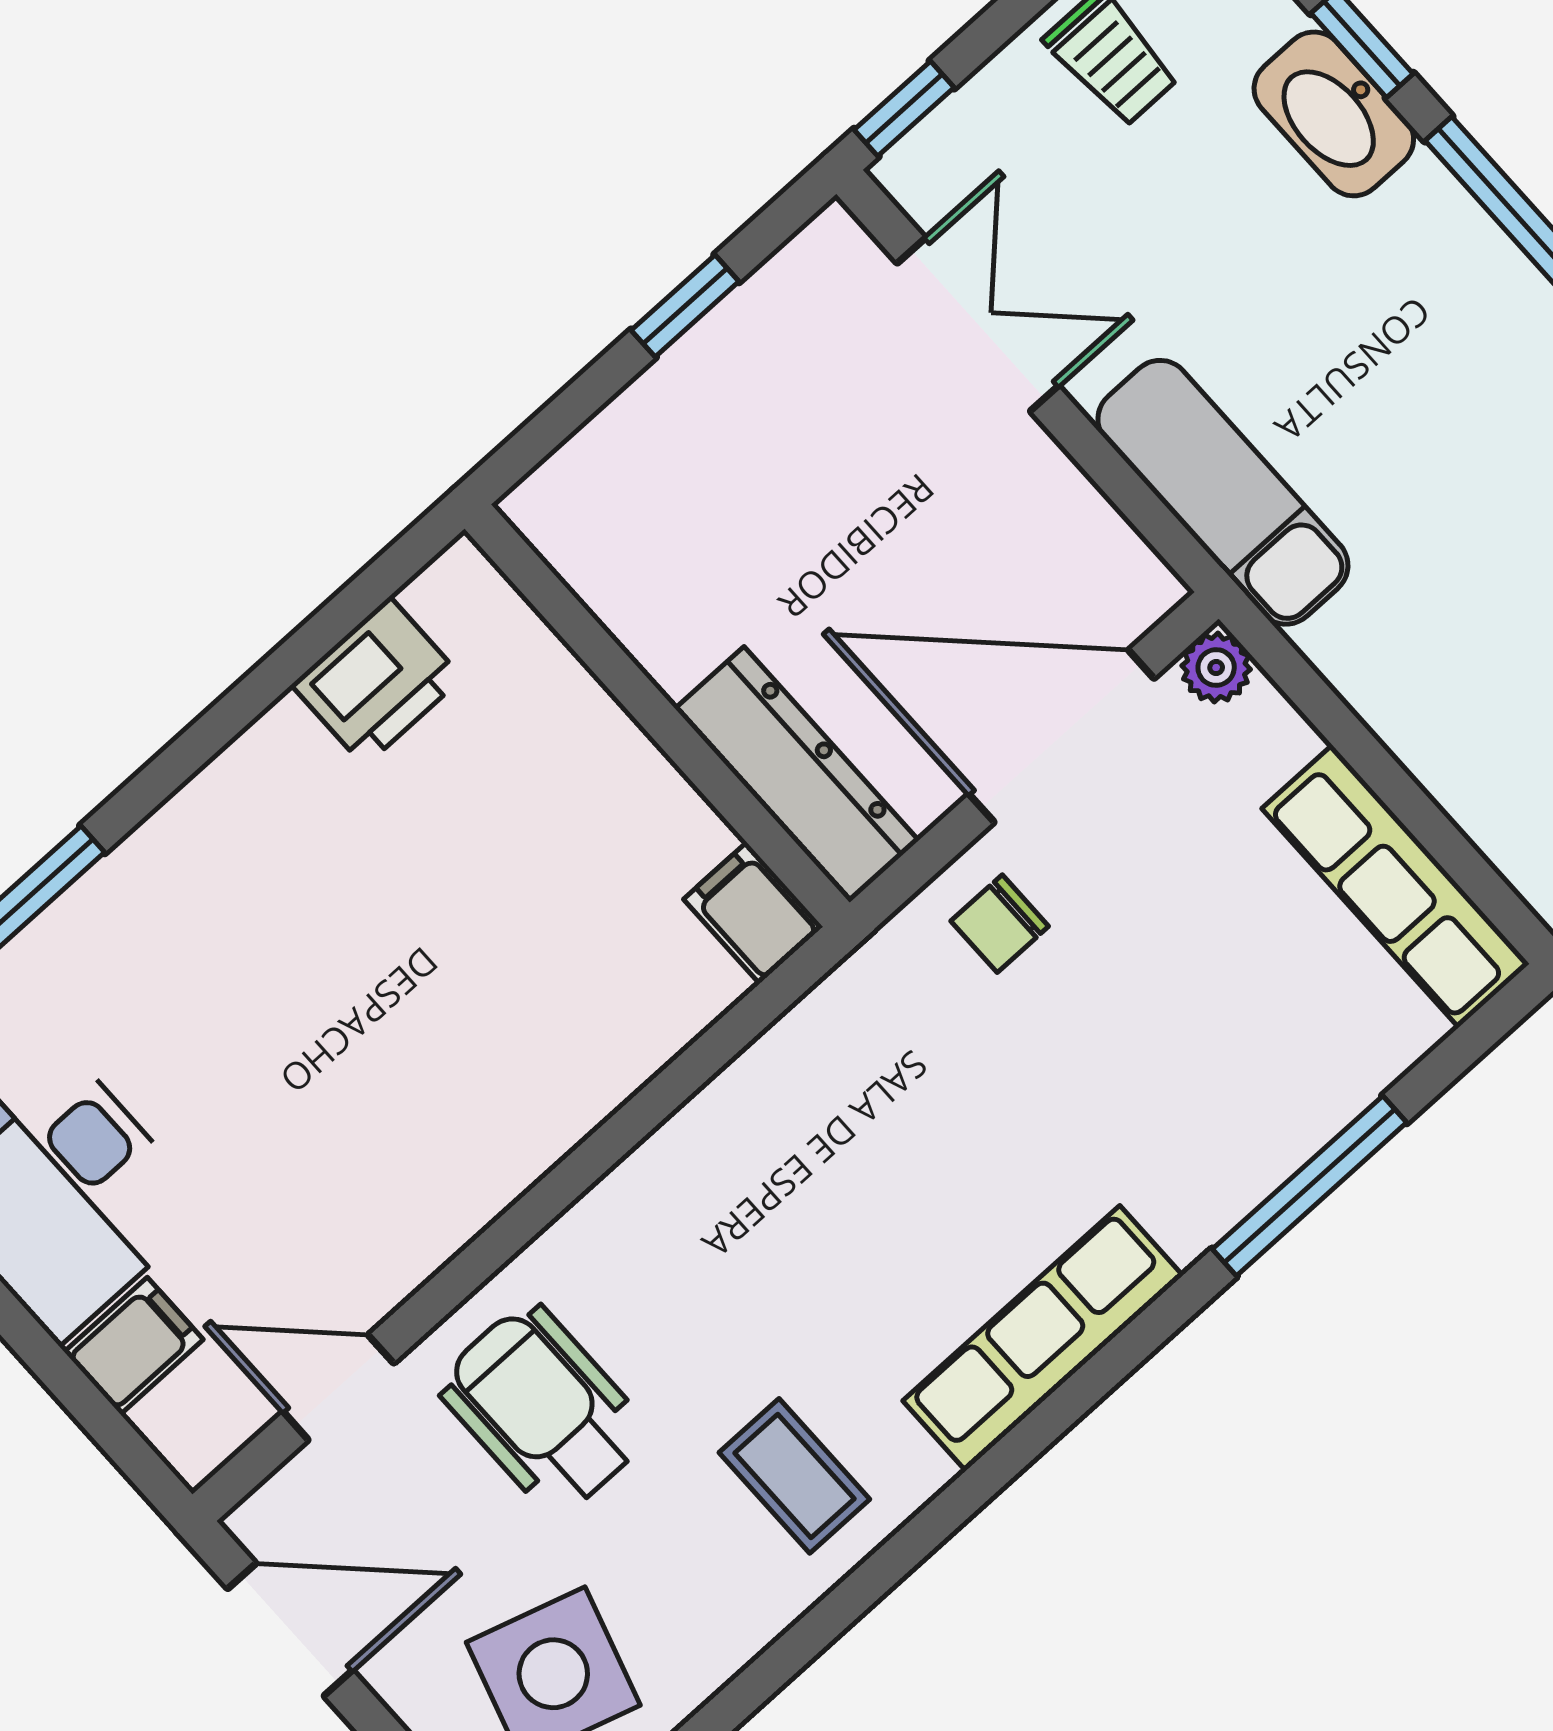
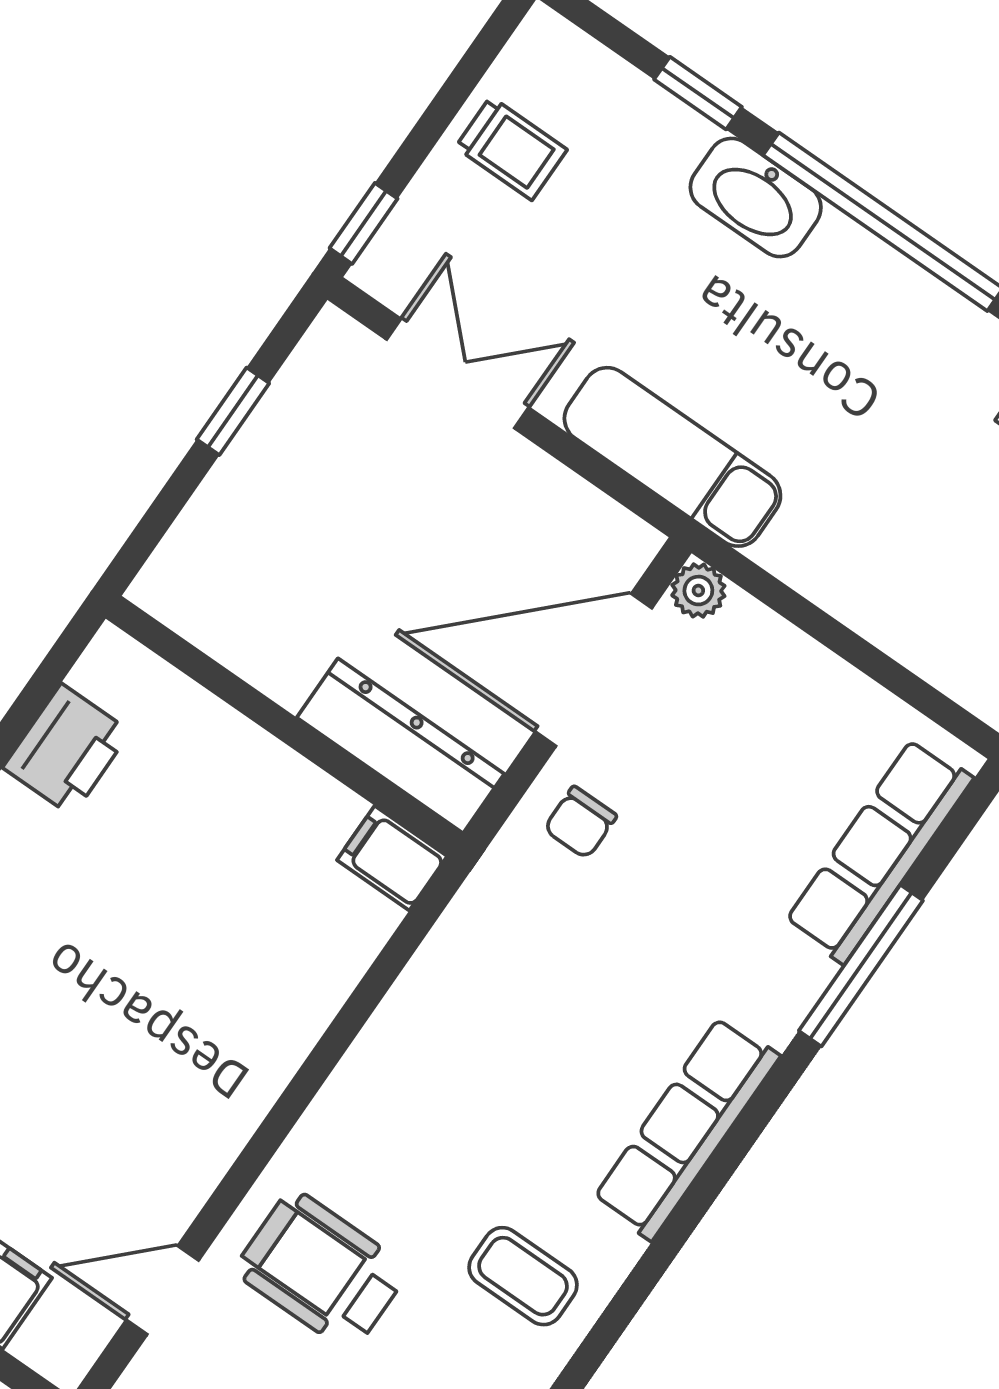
washbasin: (1334, 114) -> (756, 197), moved
row of seats: (1395, 886) -> (879, 851), moved, turned 90

